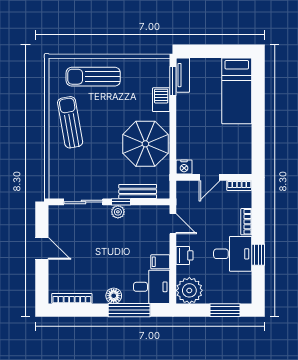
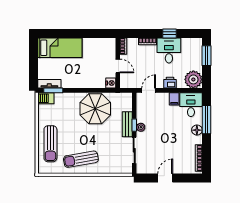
barbecue: (161, 100) -> (46, 98), moved
bench: (138, 192) -> (127, 124), moved

